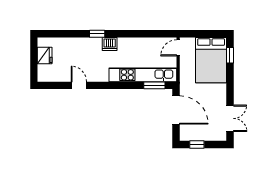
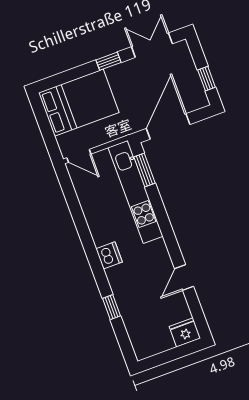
window: (97, 34) -> (112, 307), moved
window: (230, 55) -> (109, 61), moved
fridge: (45, 56) -> (185, 332), moved

